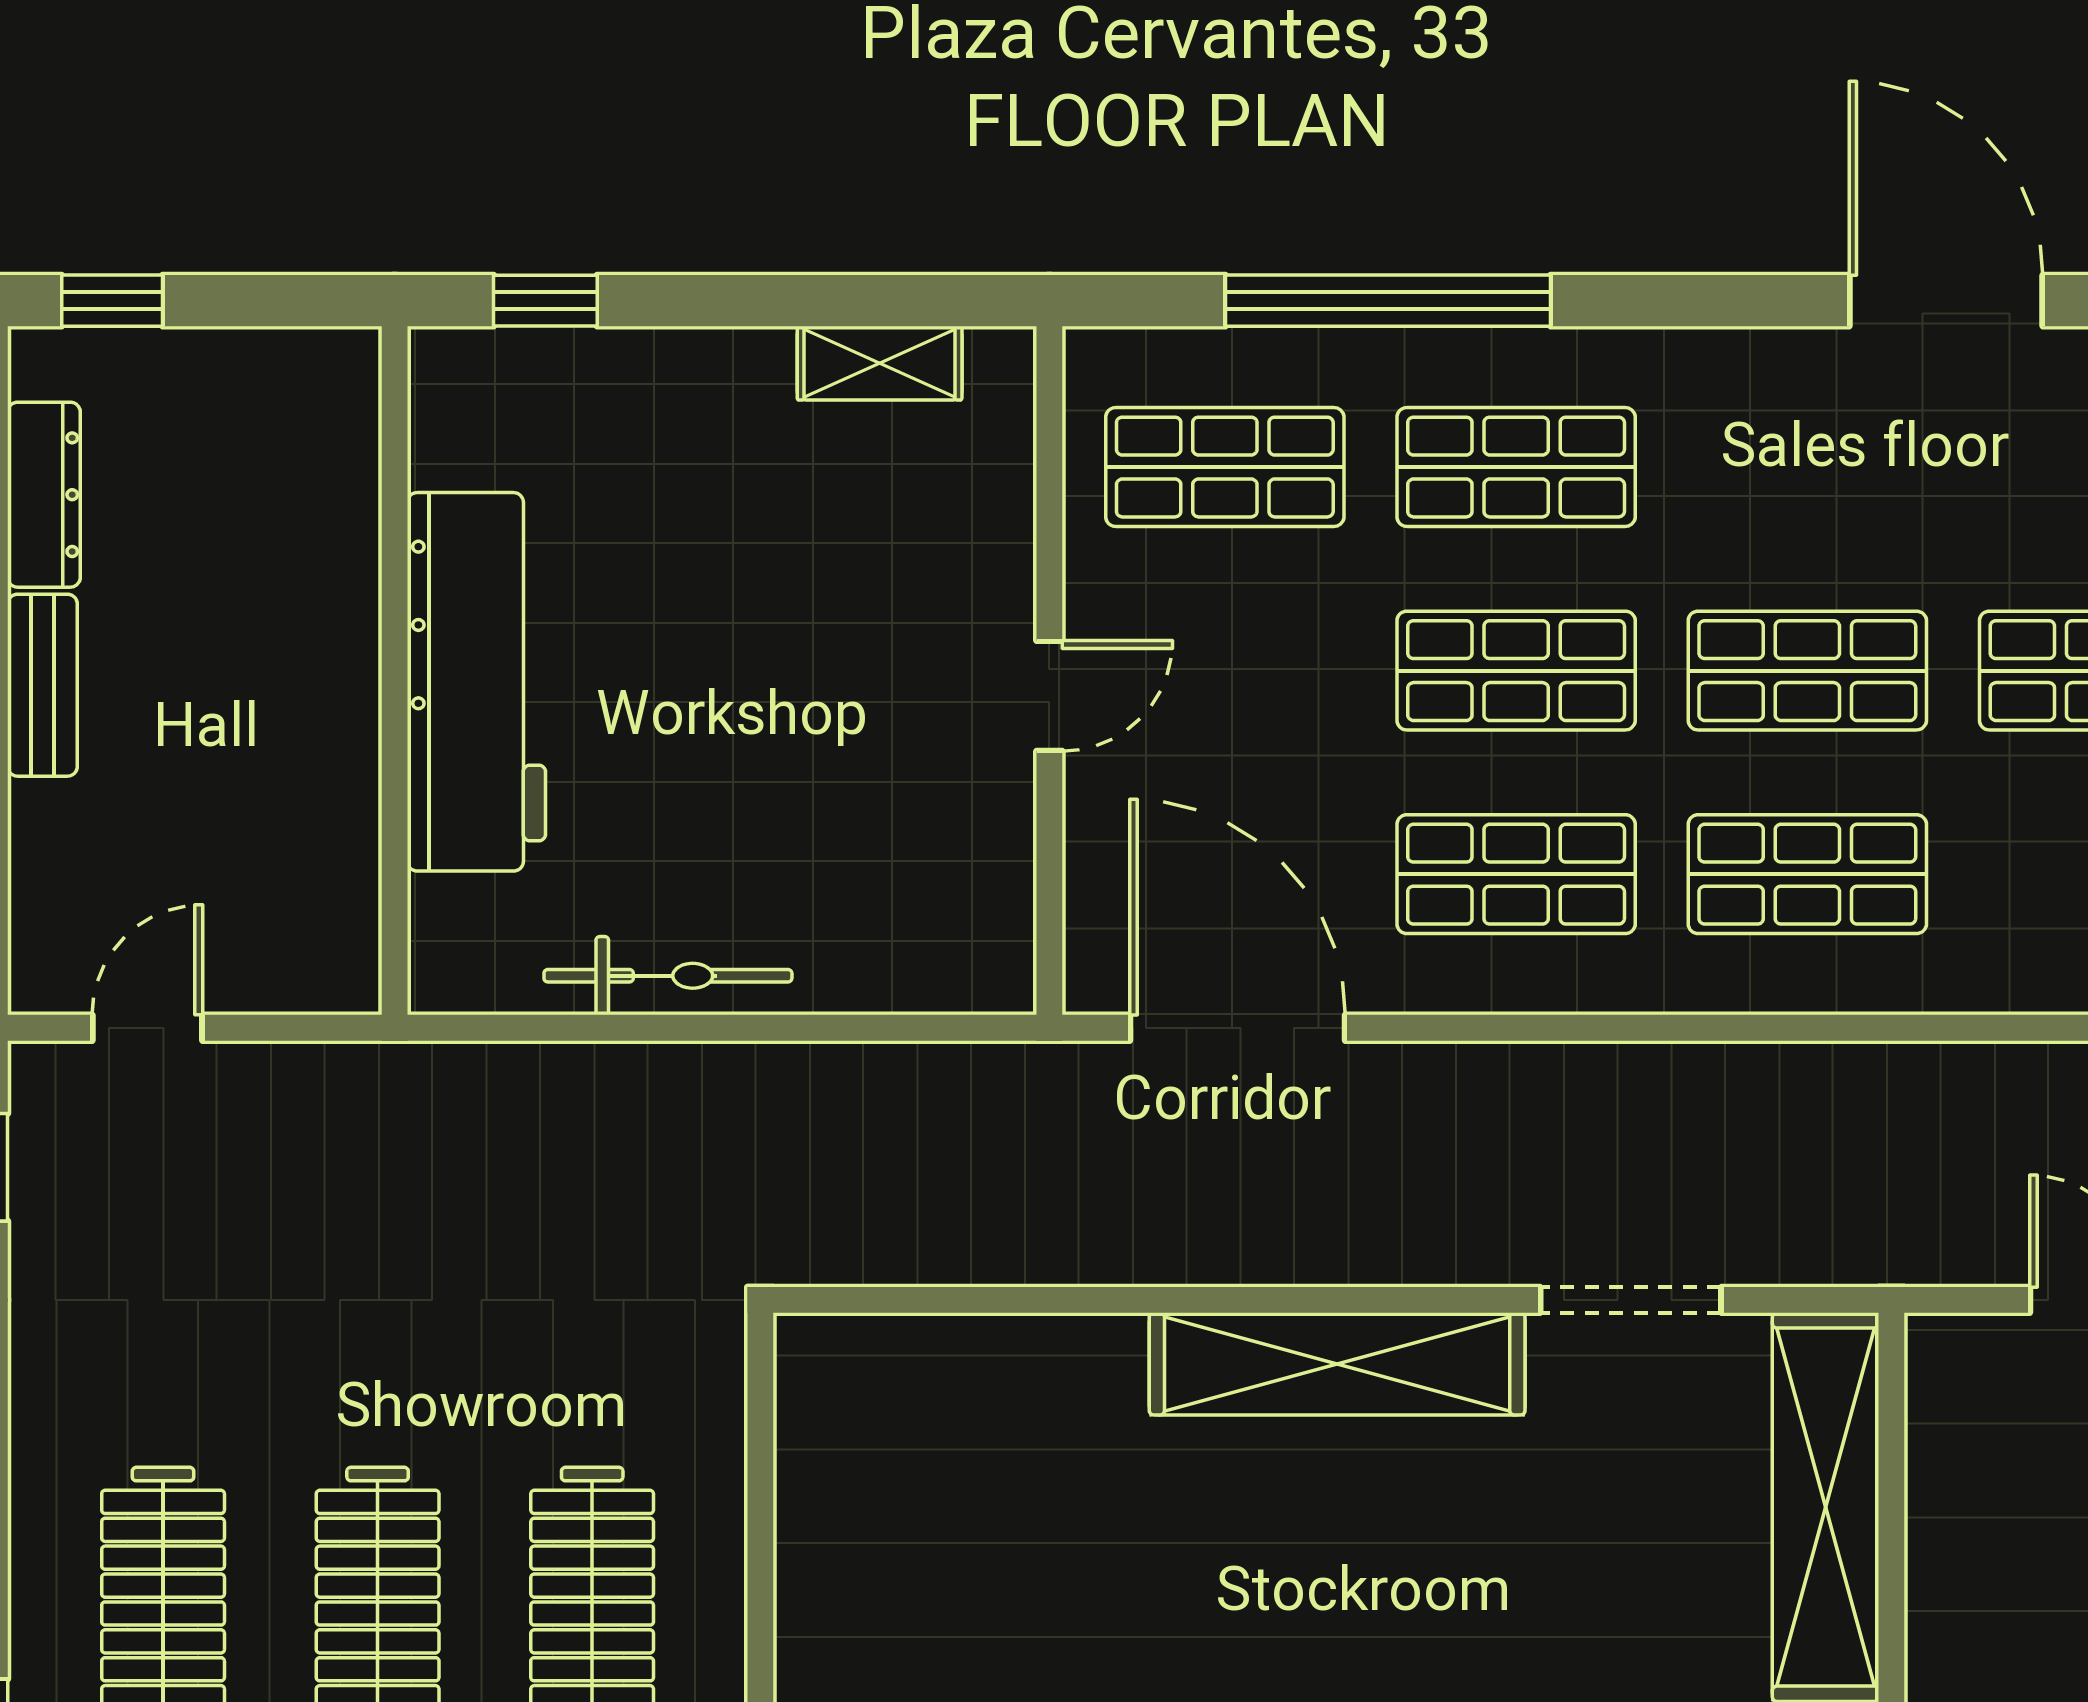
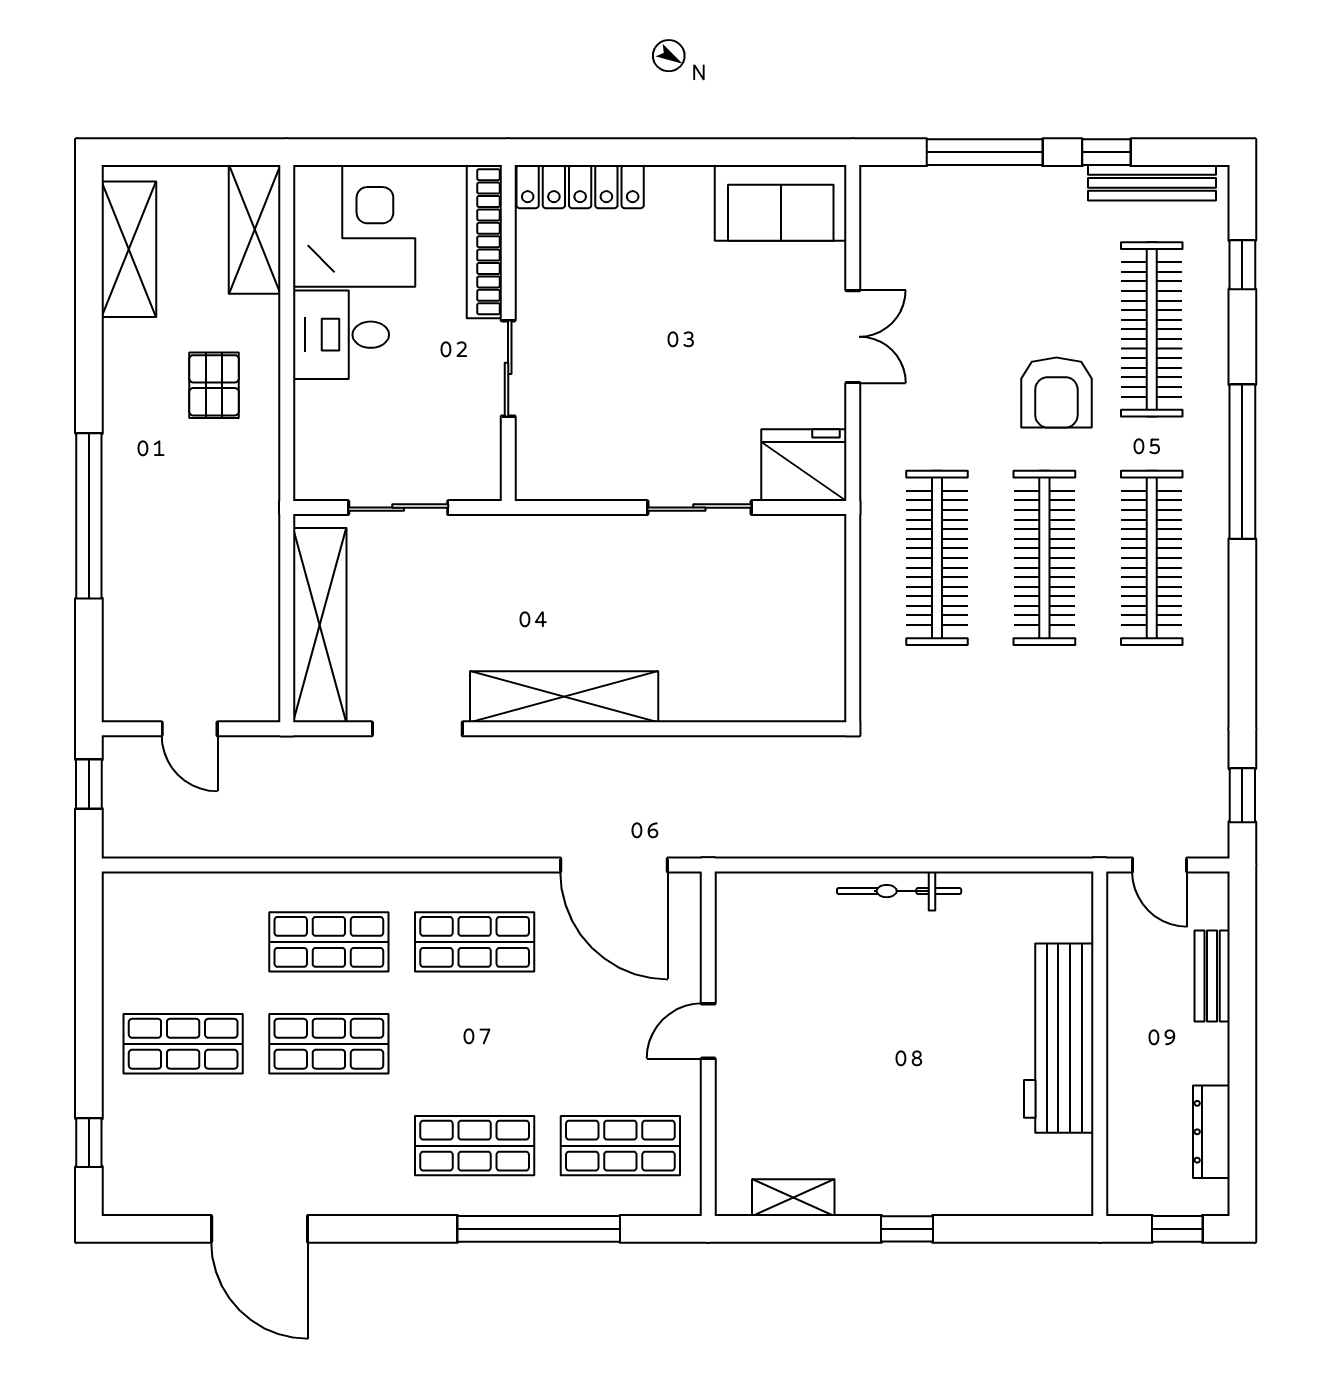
window: (545, 301) -> (907, 1229), moved
wall: (395, 671) -> (1100, 1044), moved
shop shelf: (1516, 671) -> (475, 1044), removed
workbench: (476, 682) -> (1059, 1038), moved
bench: (42, 685) -> (1212, 976), moved
door: (147, 1028) -> (1160, 865), hinge flipped

